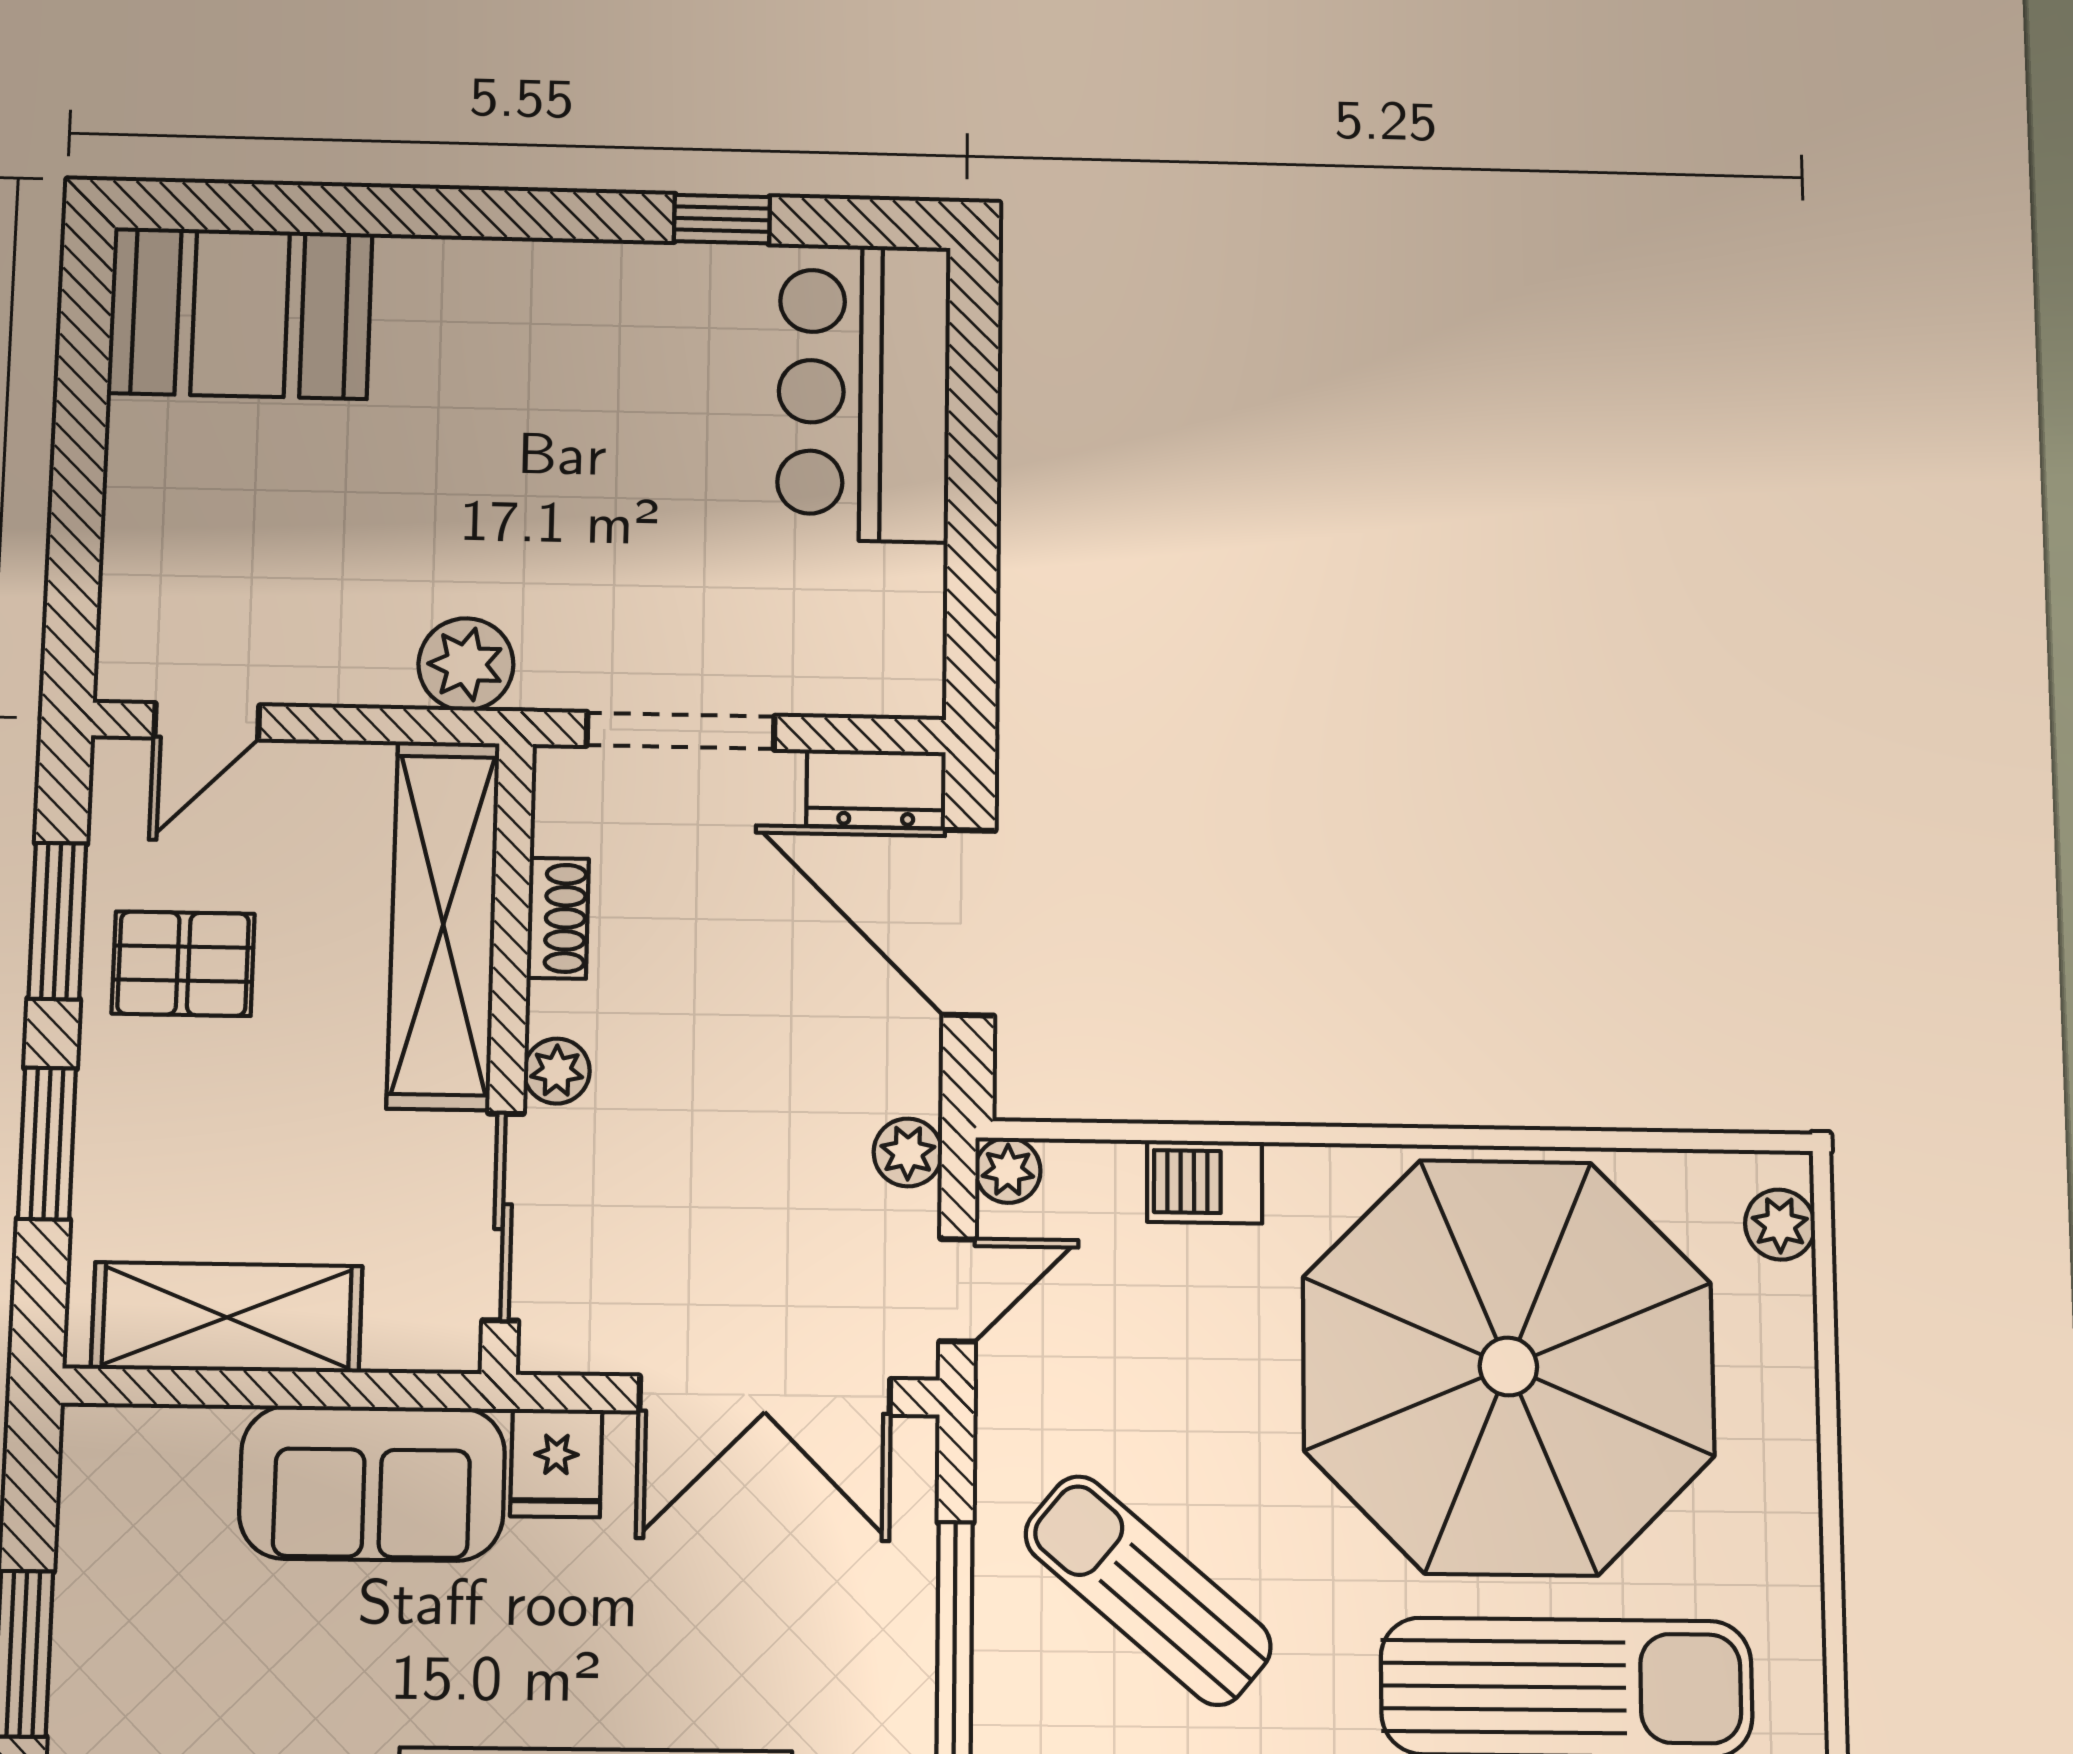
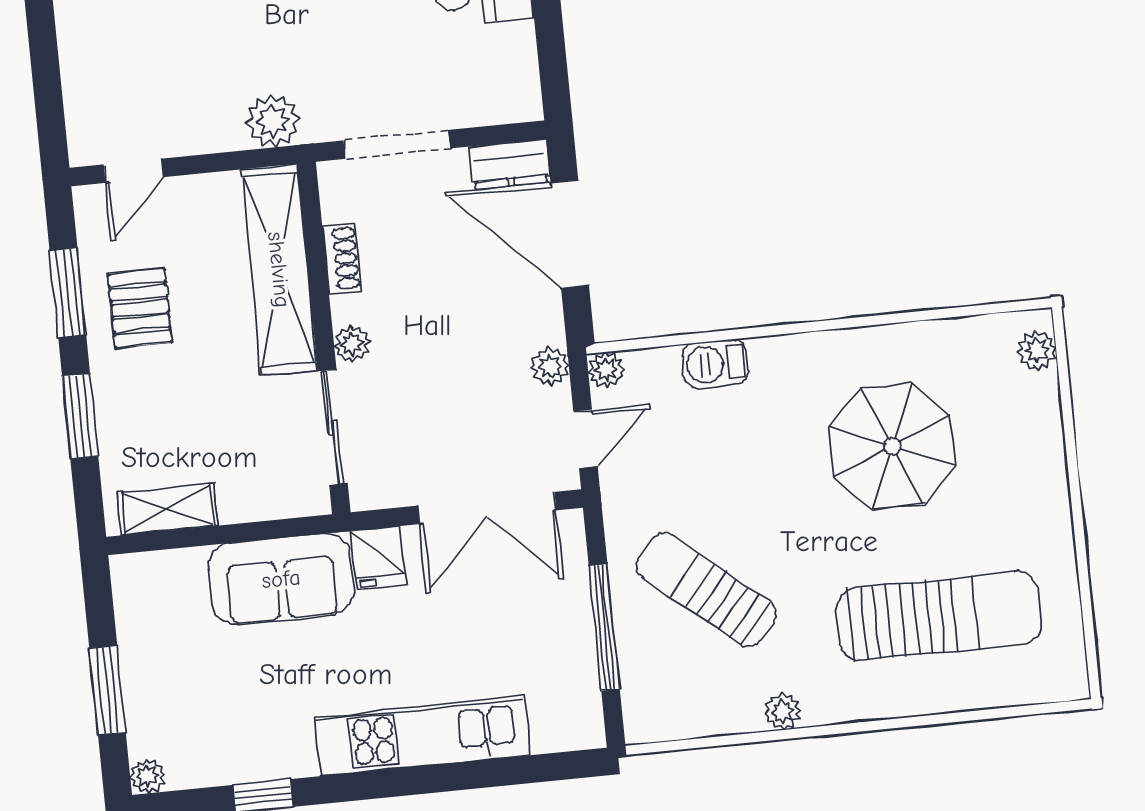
pallet: (183, 964) -> (140, 308), turned 90
shelving: (227, 1317) -> (167, 509), width x0.67, depth x0.75
parasol: (1508, 1366) -> (892, 446), width x0.54, depth x0.54

